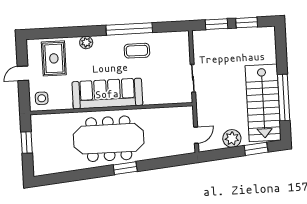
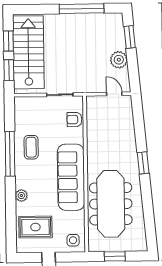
armchair: (168, 95) -> (74, 120), added
stairs: (263, 103) -> (28, 52), moved, turned -90
meeting table: (109, 139) -> (111, 204), moved

